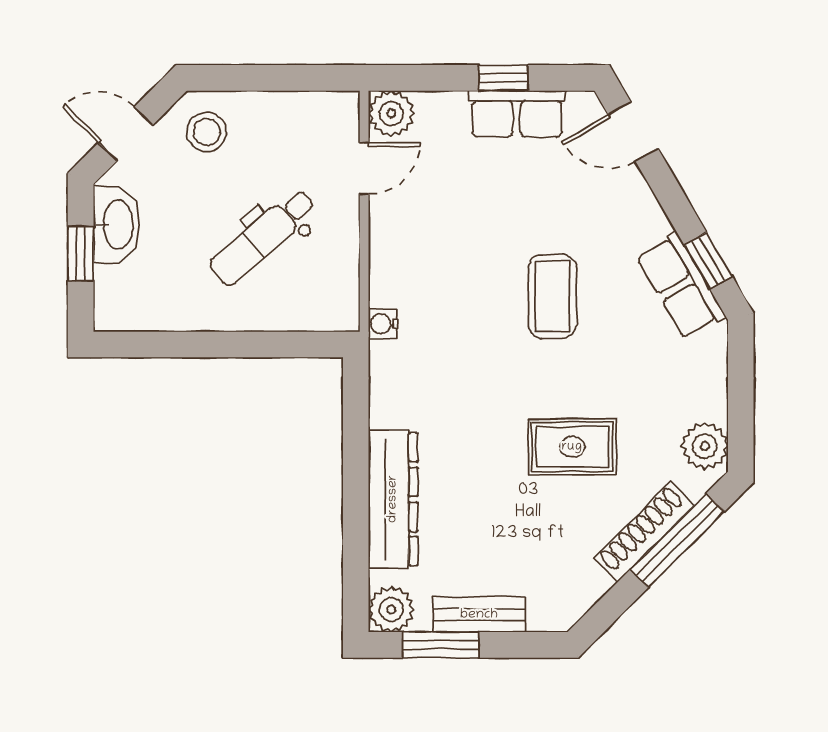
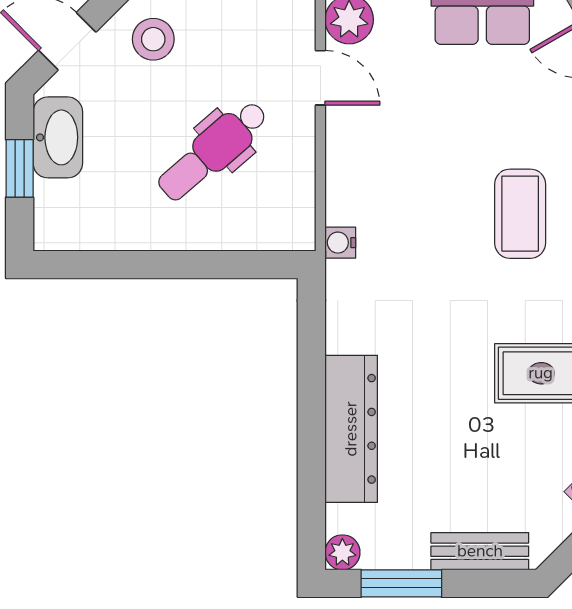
door: (364, 168) -> (320, 78), hinge flipped
plant: (391, 609) -> (342, 552), width x0.73, depth x0.73
bench: (479, 615) -> (480, 551), moved

